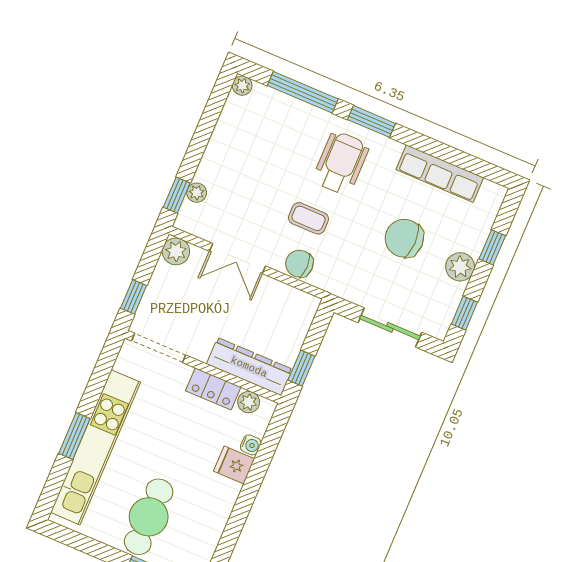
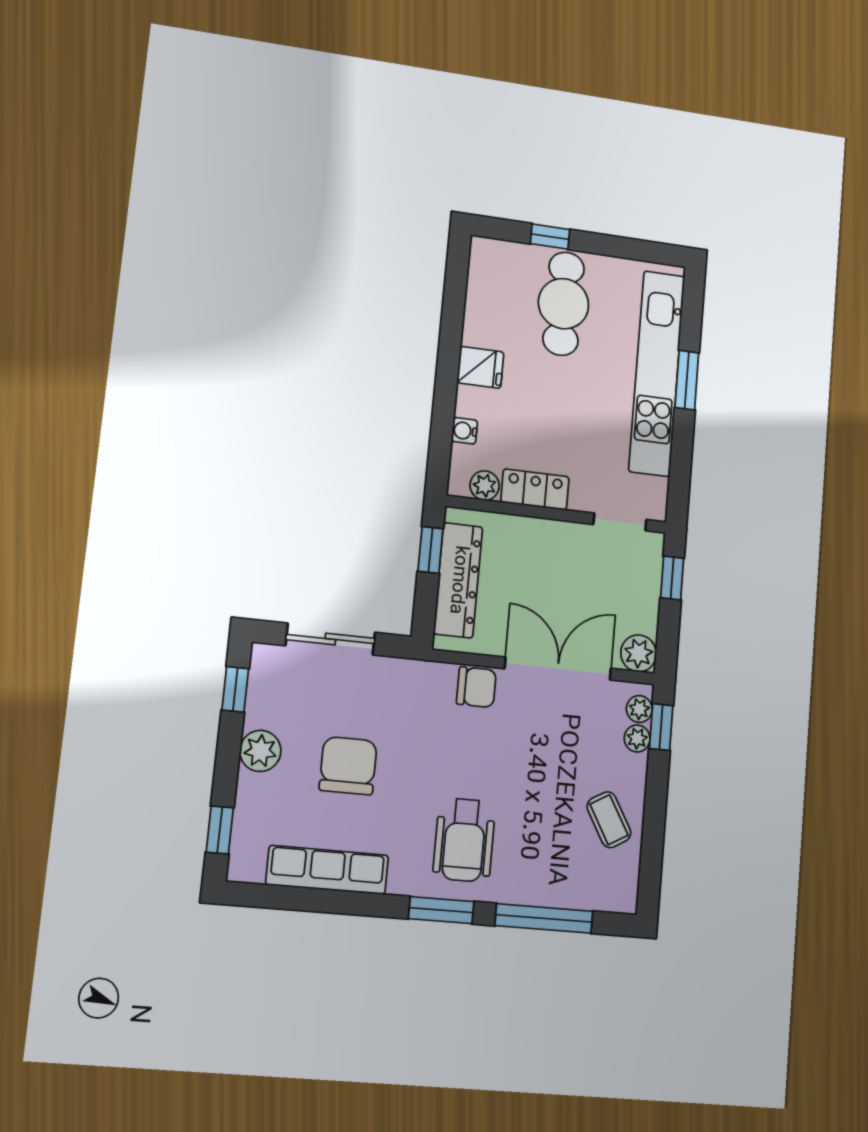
plant: (242, 86) -> (639, 709), moved
coffee table: (309, 218) -> (609, 820), moved, turned 60
chair: (404, 238) -> (348, 766), turned -90
window: (492, 247) -> (220, 830), moved
double door: (238, 259) -> (558, 669), width x1.37
doorway: (159, 348) -> (620, 522), width x0.73
dresser: (249, 367) -> (458, 580), moved, turned -90
fridge: (234, 465) -> (480, 367), moved

